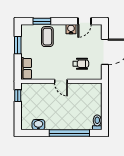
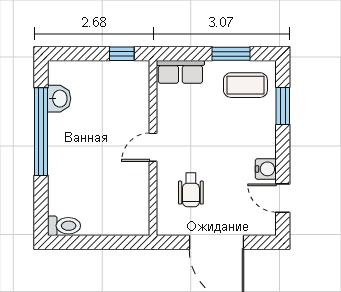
coffee table: (47, 37) -> (245, 85), moved
window: (69, 133) -> (41, 132), moved

